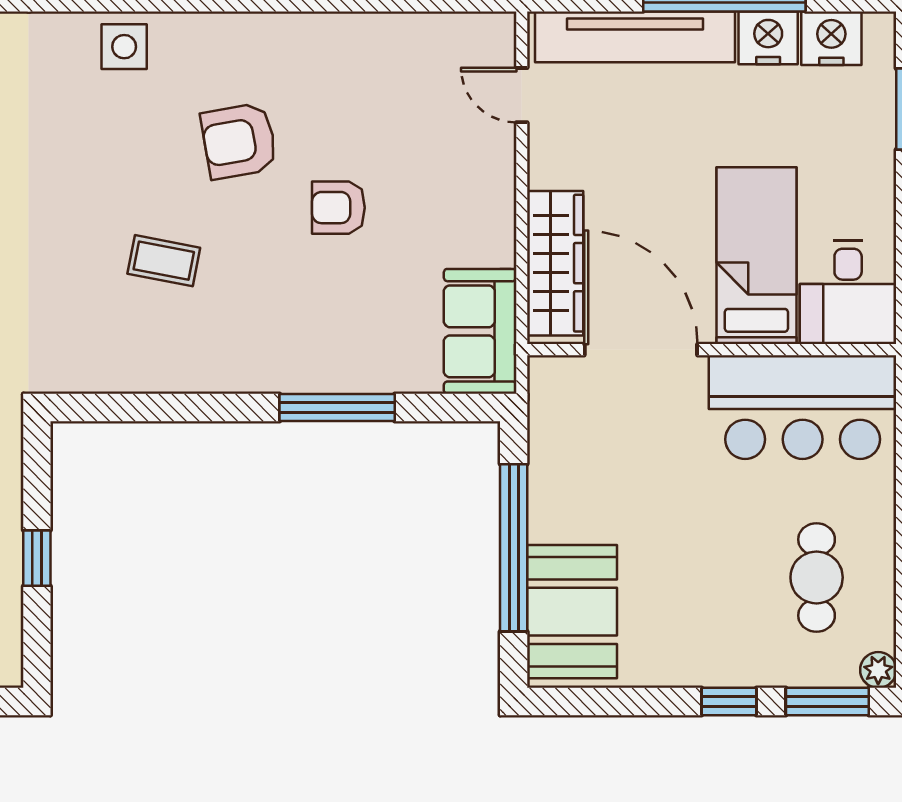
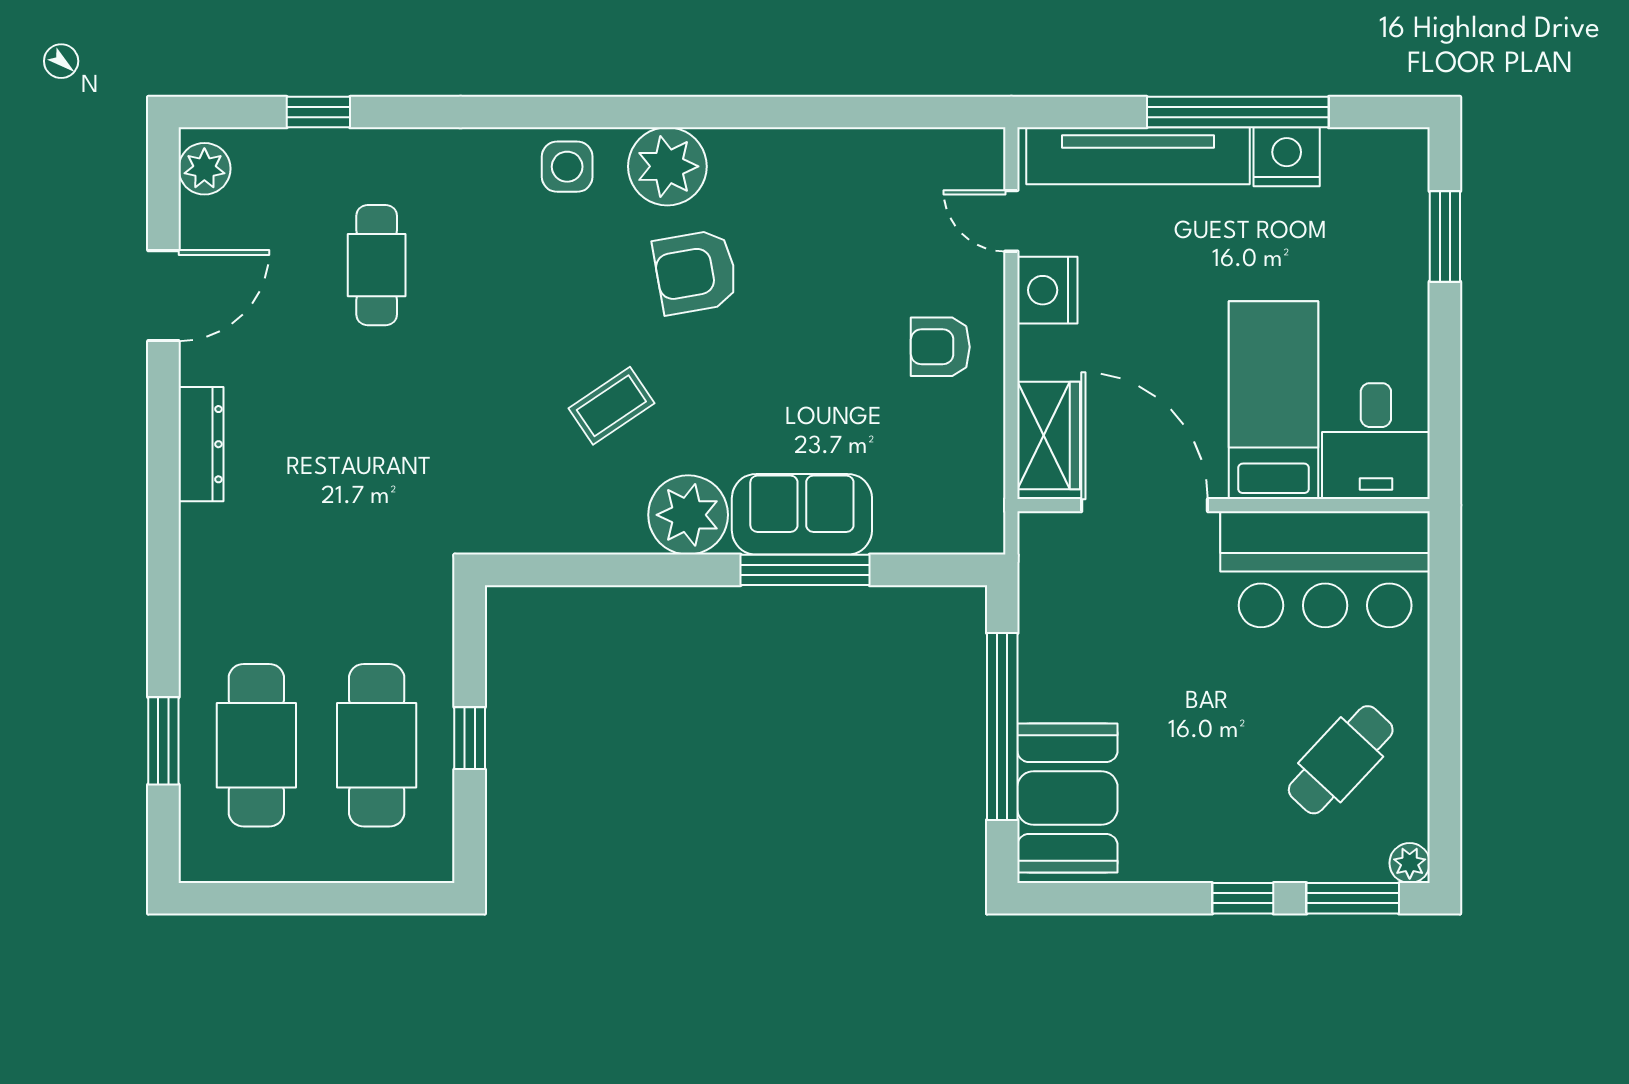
nightstand: (831, 38) -> (1047, 290), moved, turned -90
plant: (214, 46) -> (667, 166), added
armchair: (338, 208) -> (940, 347), moved
coffee table: (164, 261) -> (611, 406), turned -45
wardrobe: (555, 263) -> (1049, 436), width x0.67
sofa: (480, 331) -> (802, 514), moved, turned 90
plant: (232, 358) -> (688, 515), added
cafe table: (817, 577) -> (1341, 760), turned 43

